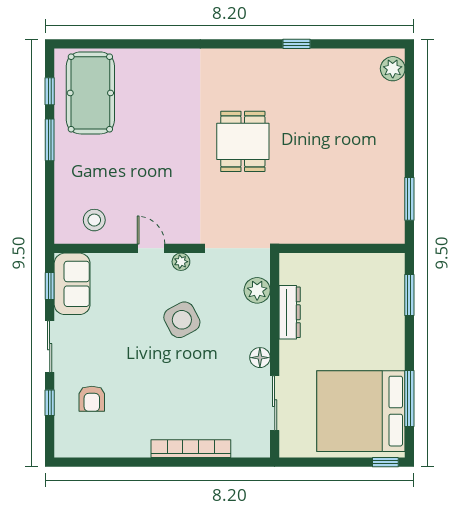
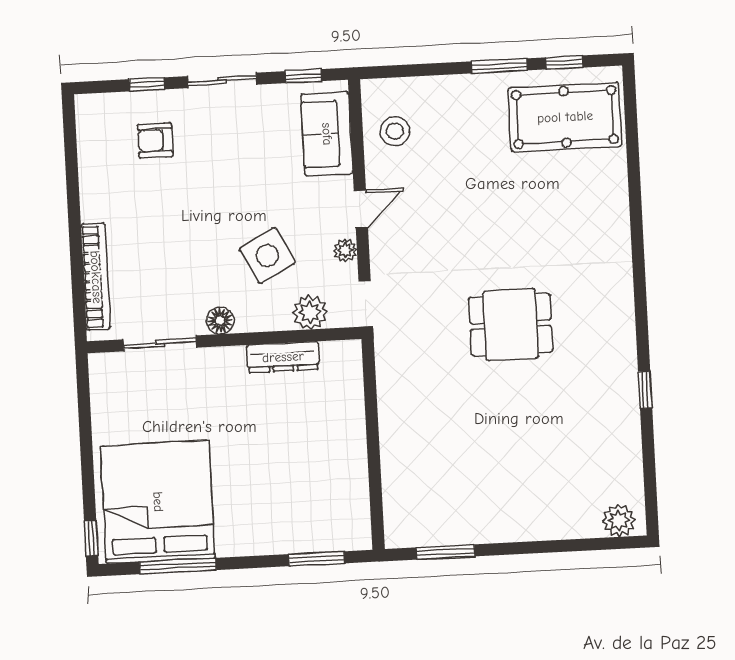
sofa: (72, 284) -> (327, 134), moved, turned 90
plant: (257, 290) -> (310, 312), moved
dresser: (290, 312) -> (283, 357), moved
wall: (275, 355) -> (224, 340), moved
floor lamp: (260, 358) -> (220, 321), moved
sliding door: (275, 403) -> (160, 343), moved

